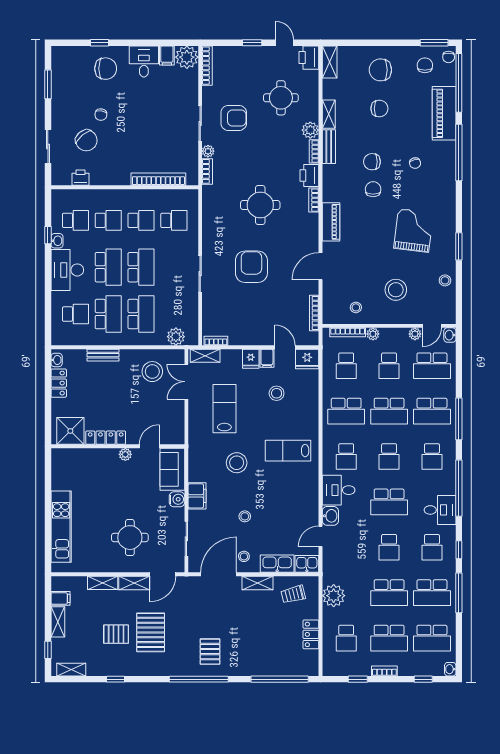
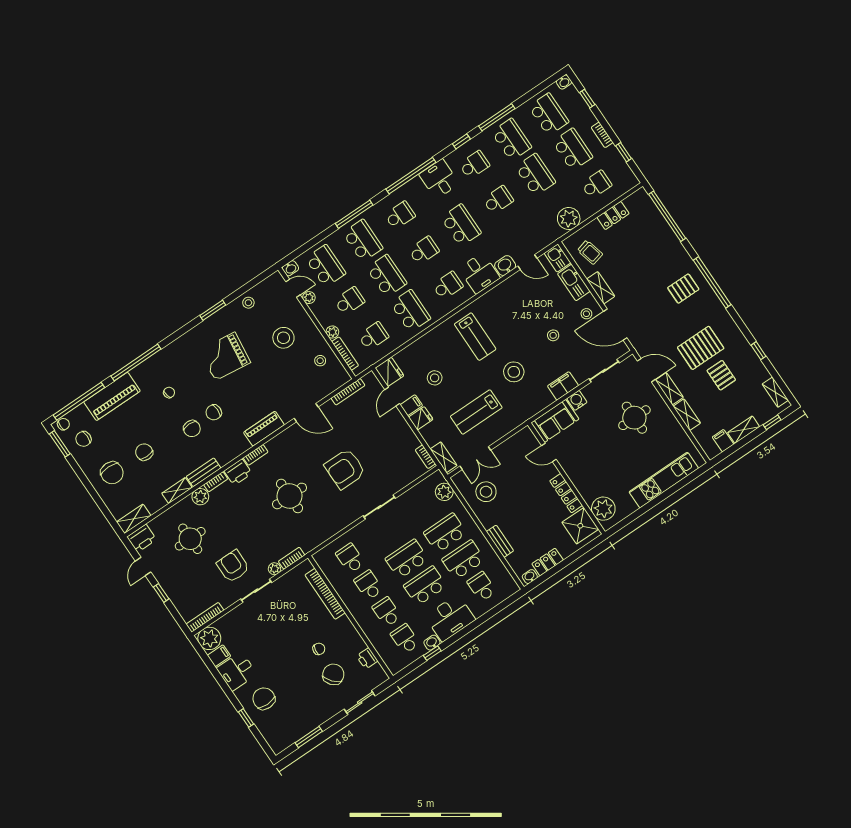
chair: (101, 115) -> (319, 649), moved
plant: (125, 454) -> (603, 509), moved, width x1.87, depth x1.87

